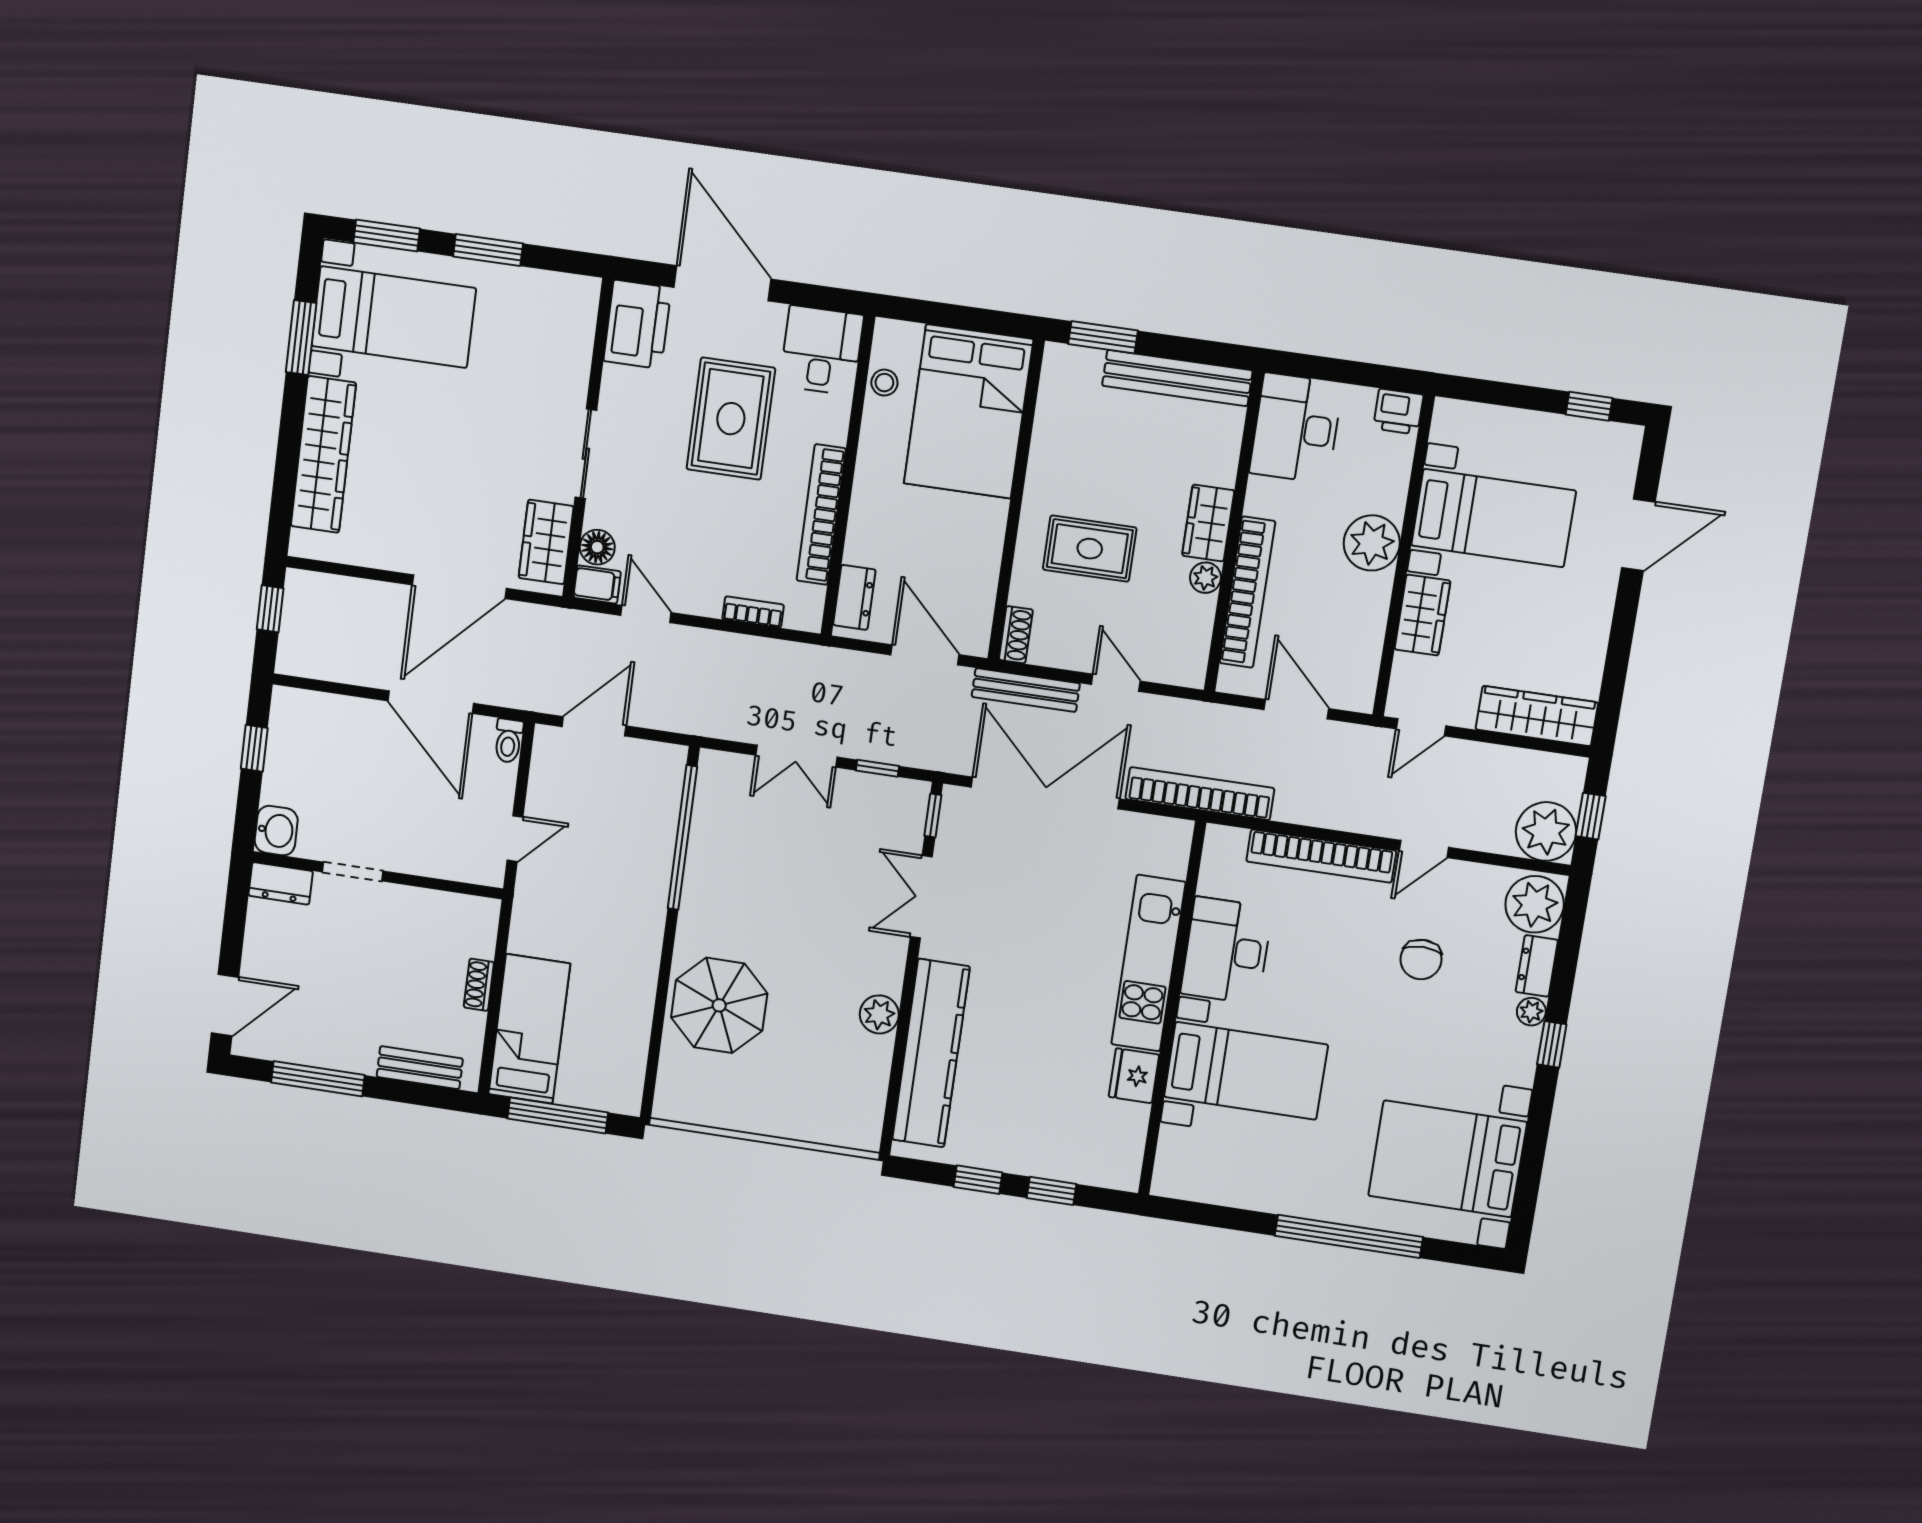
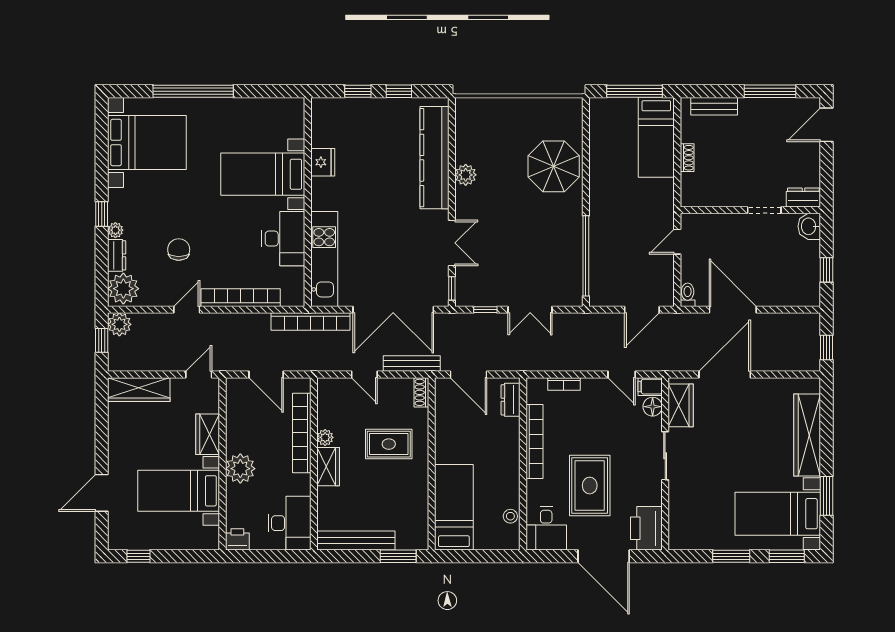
bed: (968, 411) -> (454, 507), width x0.67
double door: (796, 756) -> (530, 310), swing flipped
plant: (1546, 831) -> (119, 324), width x0.73, depth x0.73
kitchen unit: (1148, 963) -> (324, 259), moved

